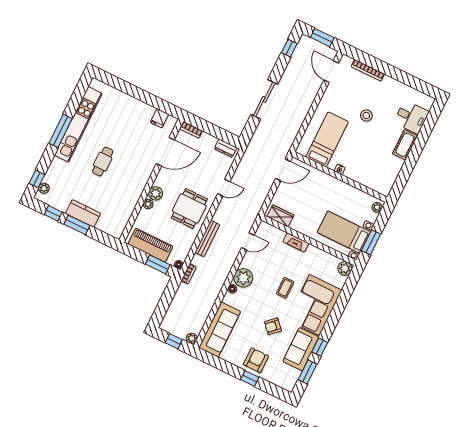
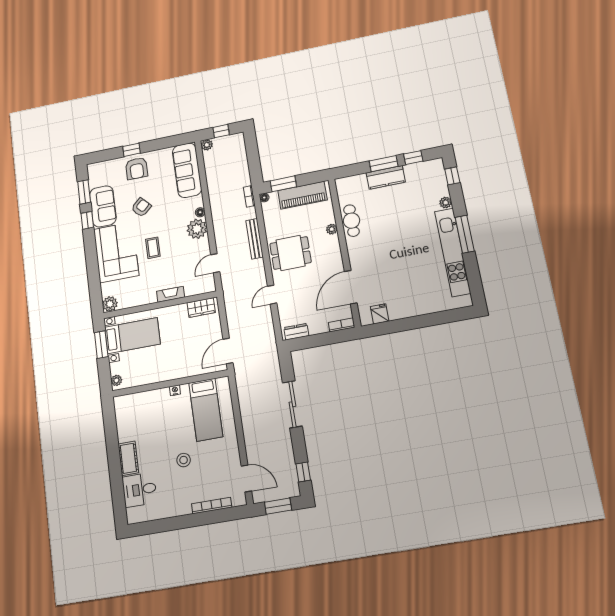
cafe table: (103, 162) -> (351, 221), moved
plant: (44, 188) -> (446, 203), moved
plant: (156, 193) -> (332, 243), removed
dining table: (189, 208) -> (291, 253), turned 90

